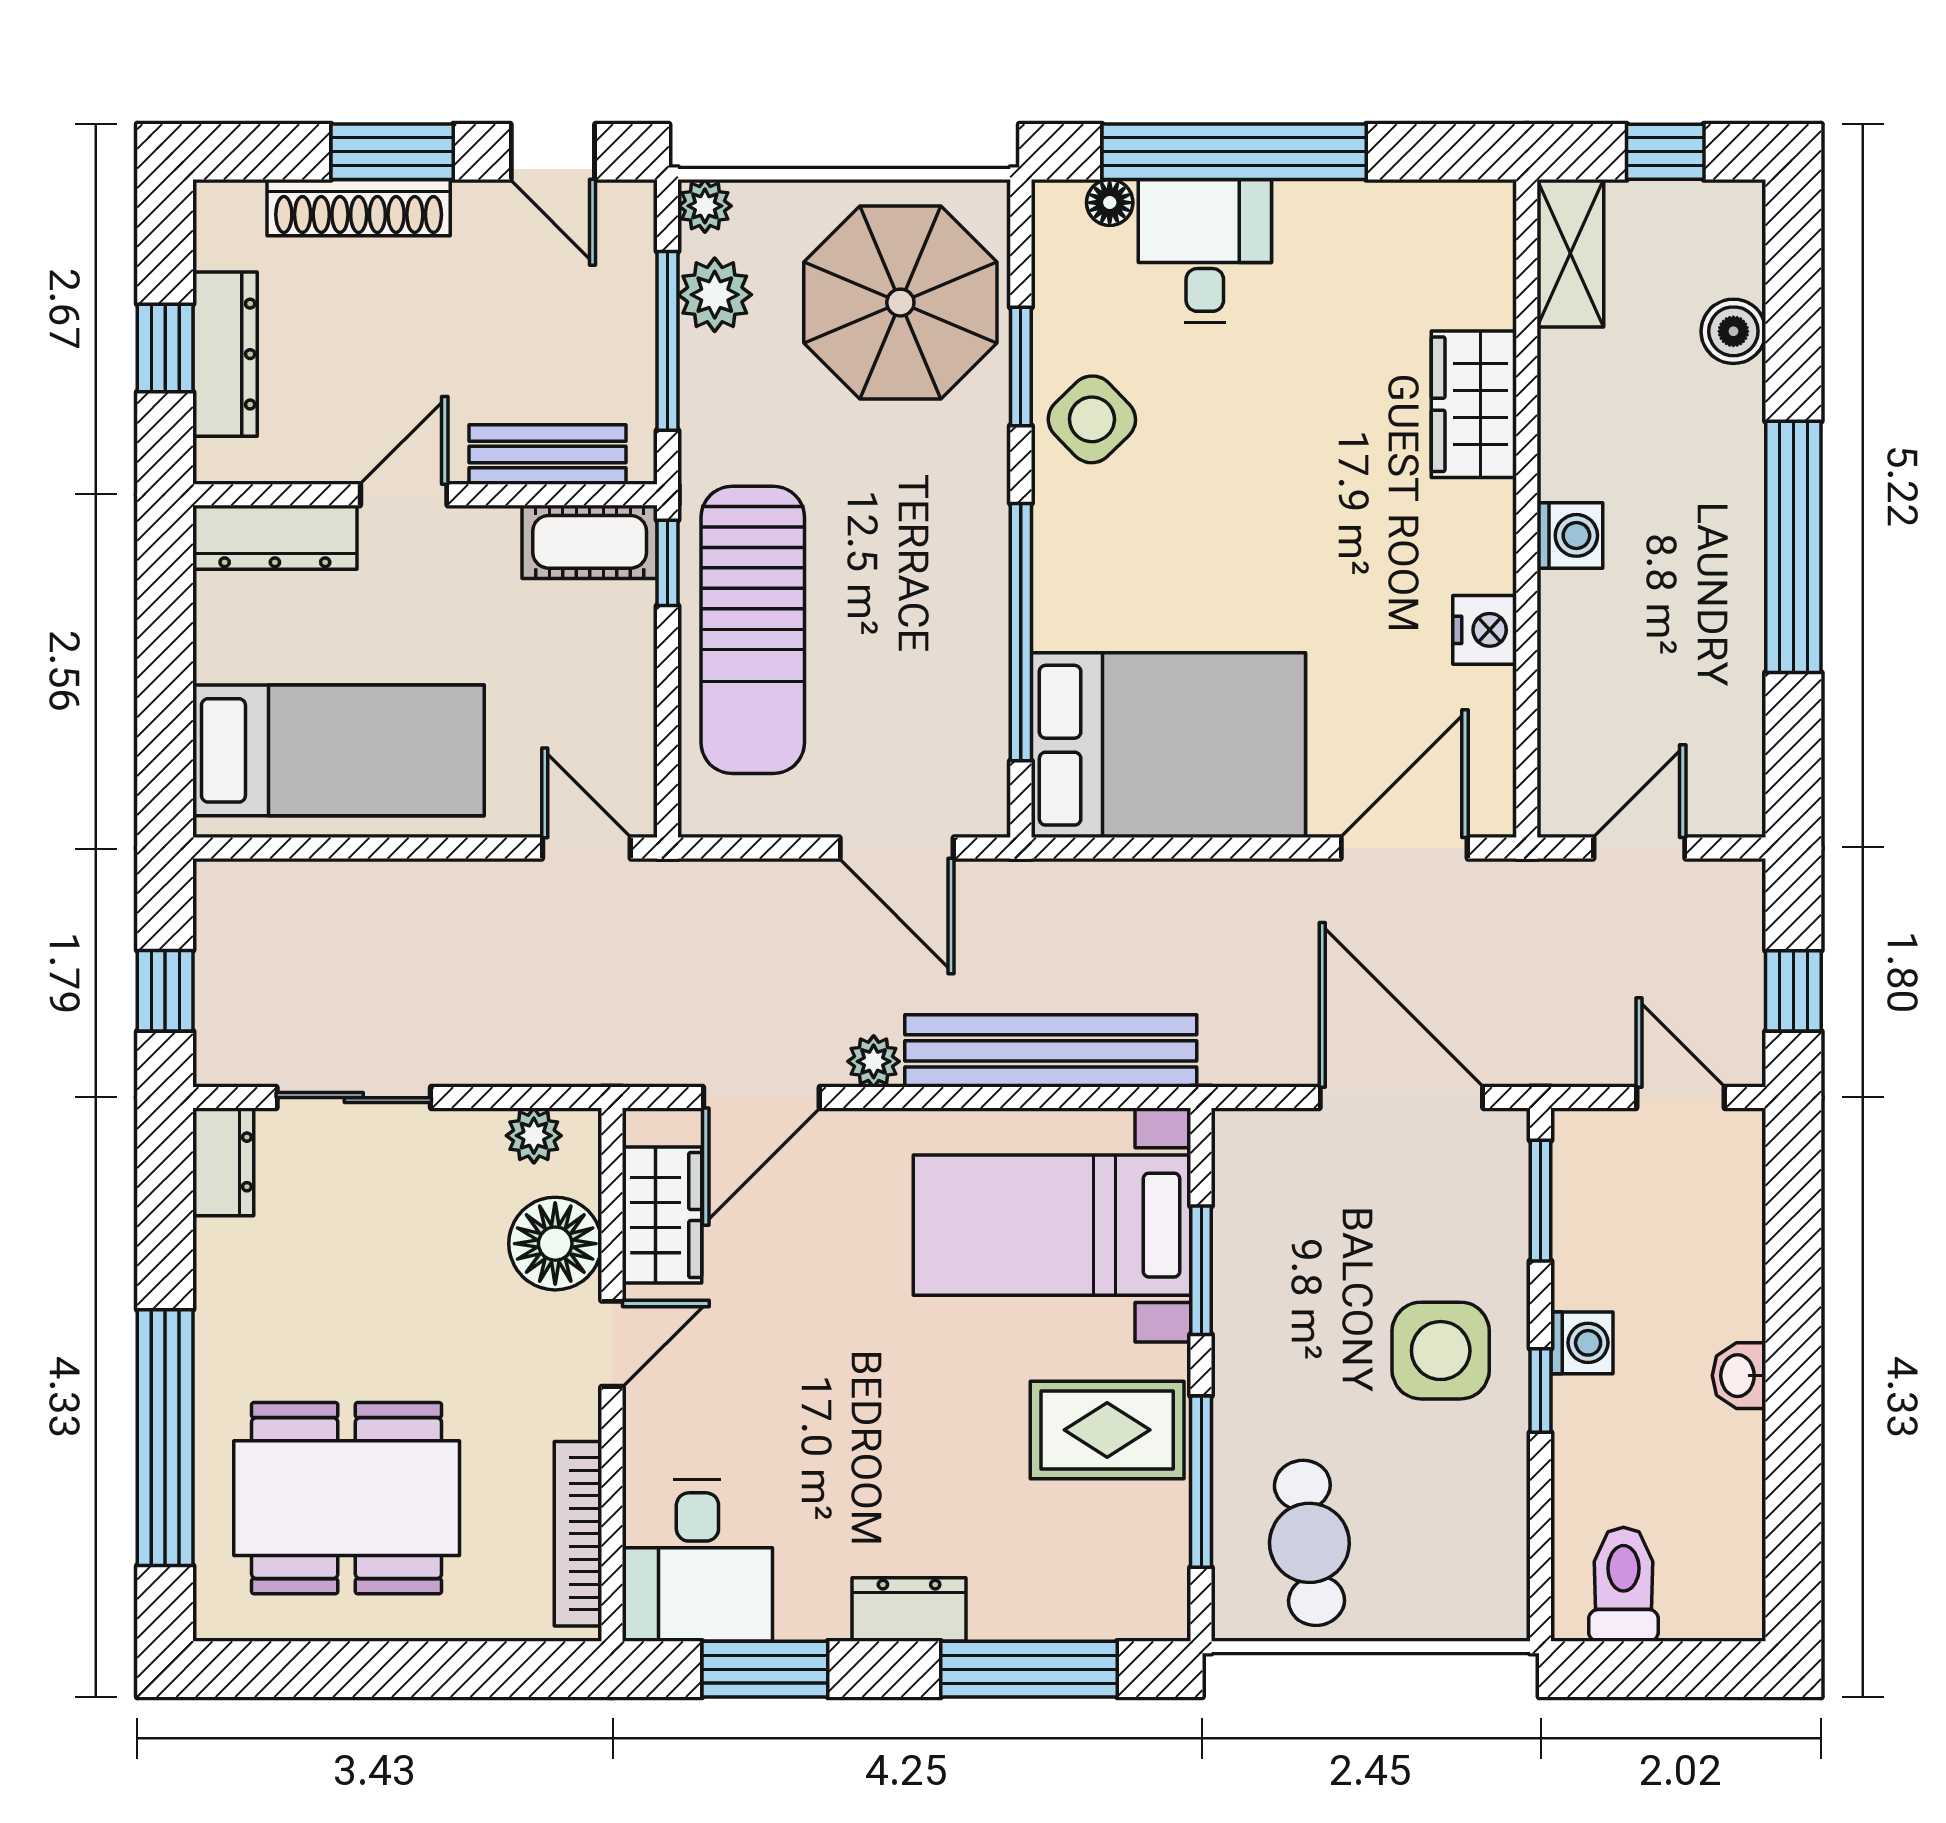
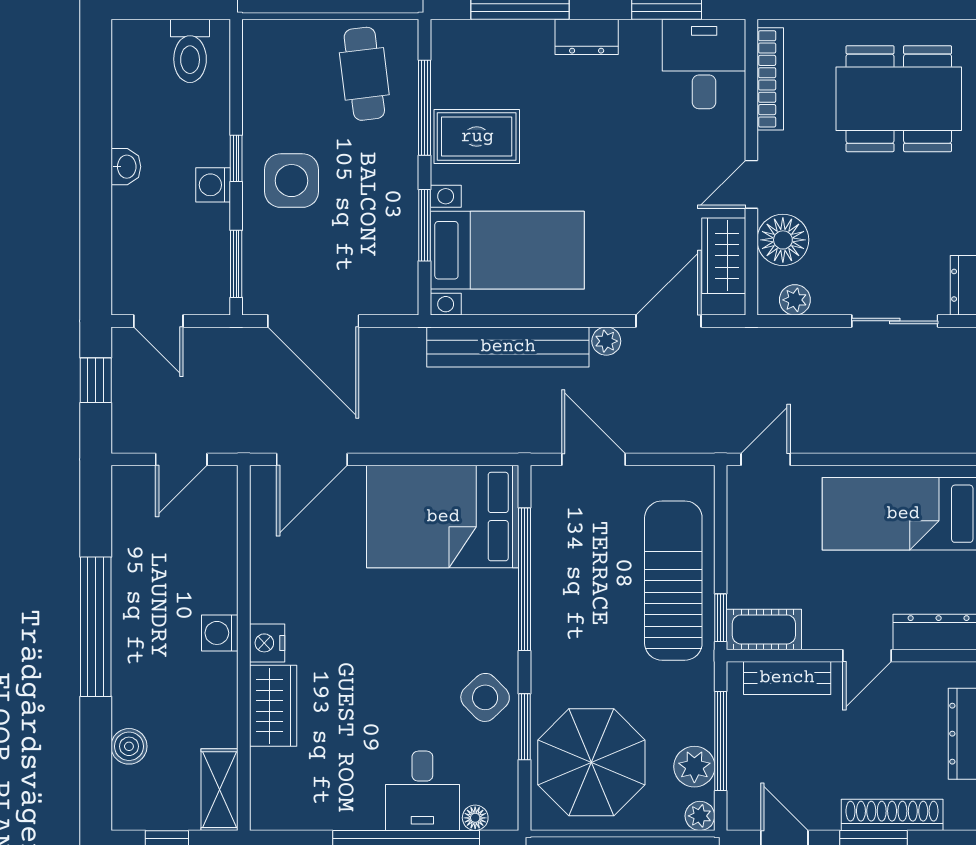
nightstand: (1485, 630) -> (267, 643), moved
door: (586, 848) -> (766, 459), swing flipped

